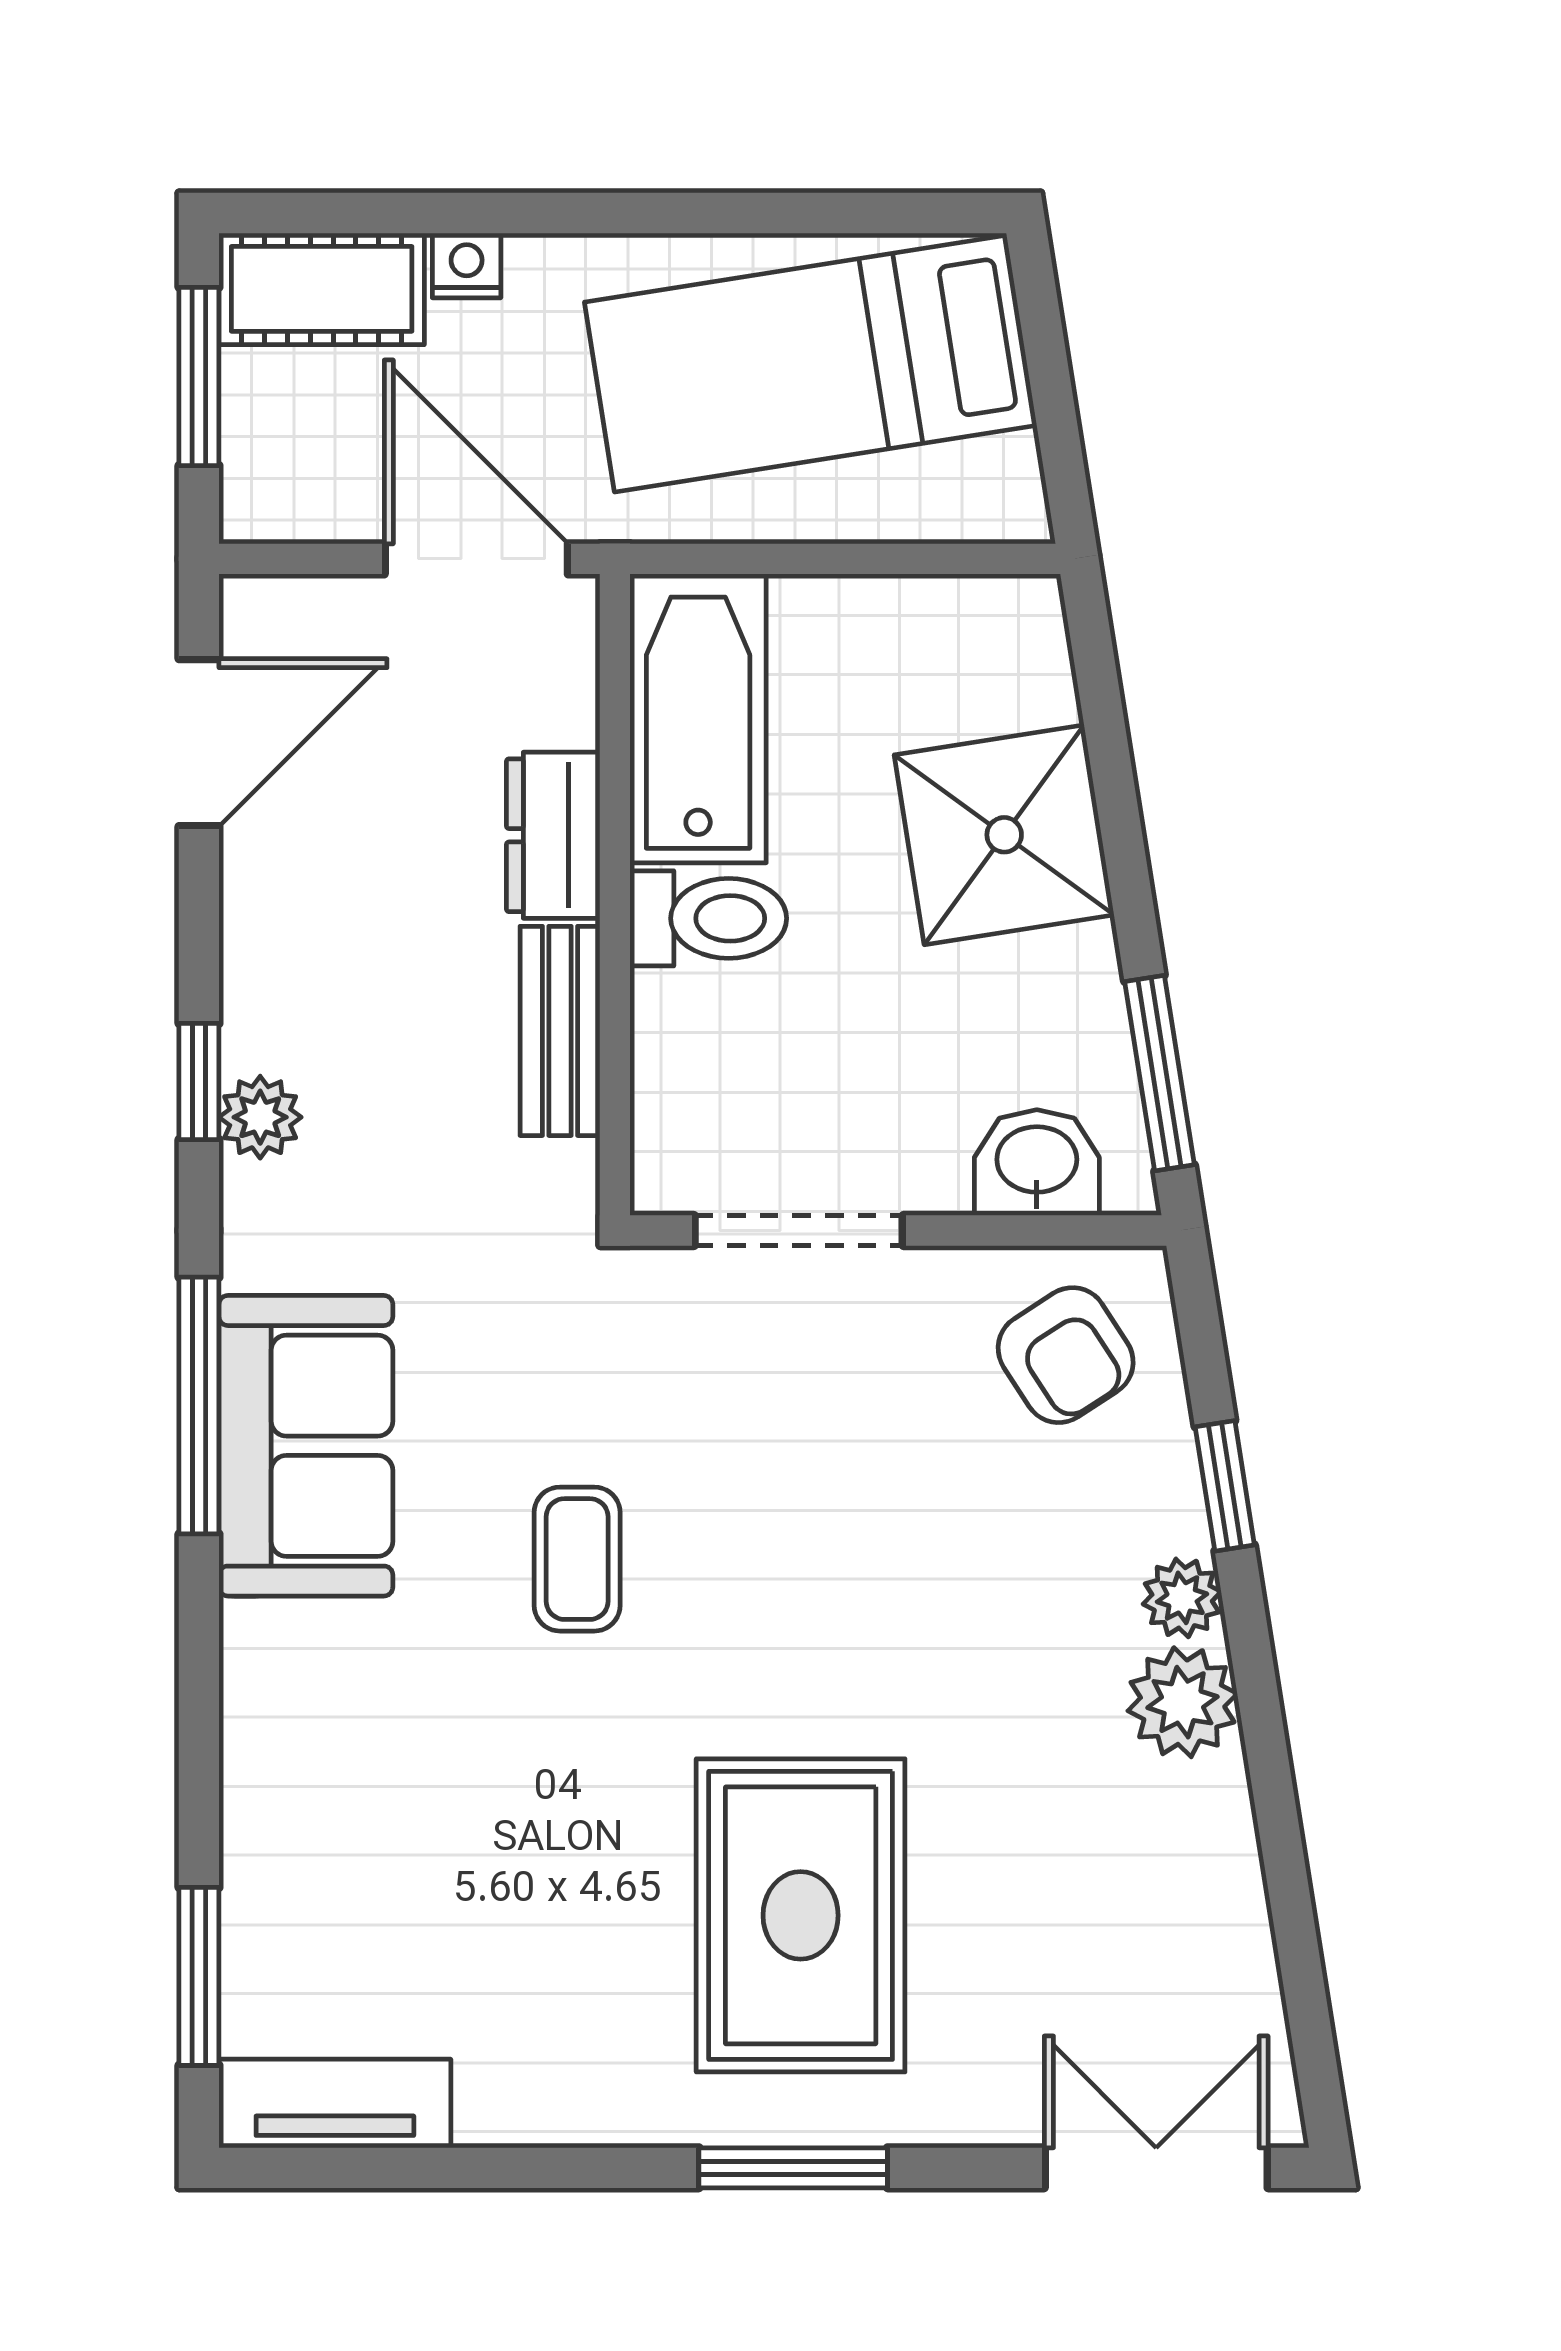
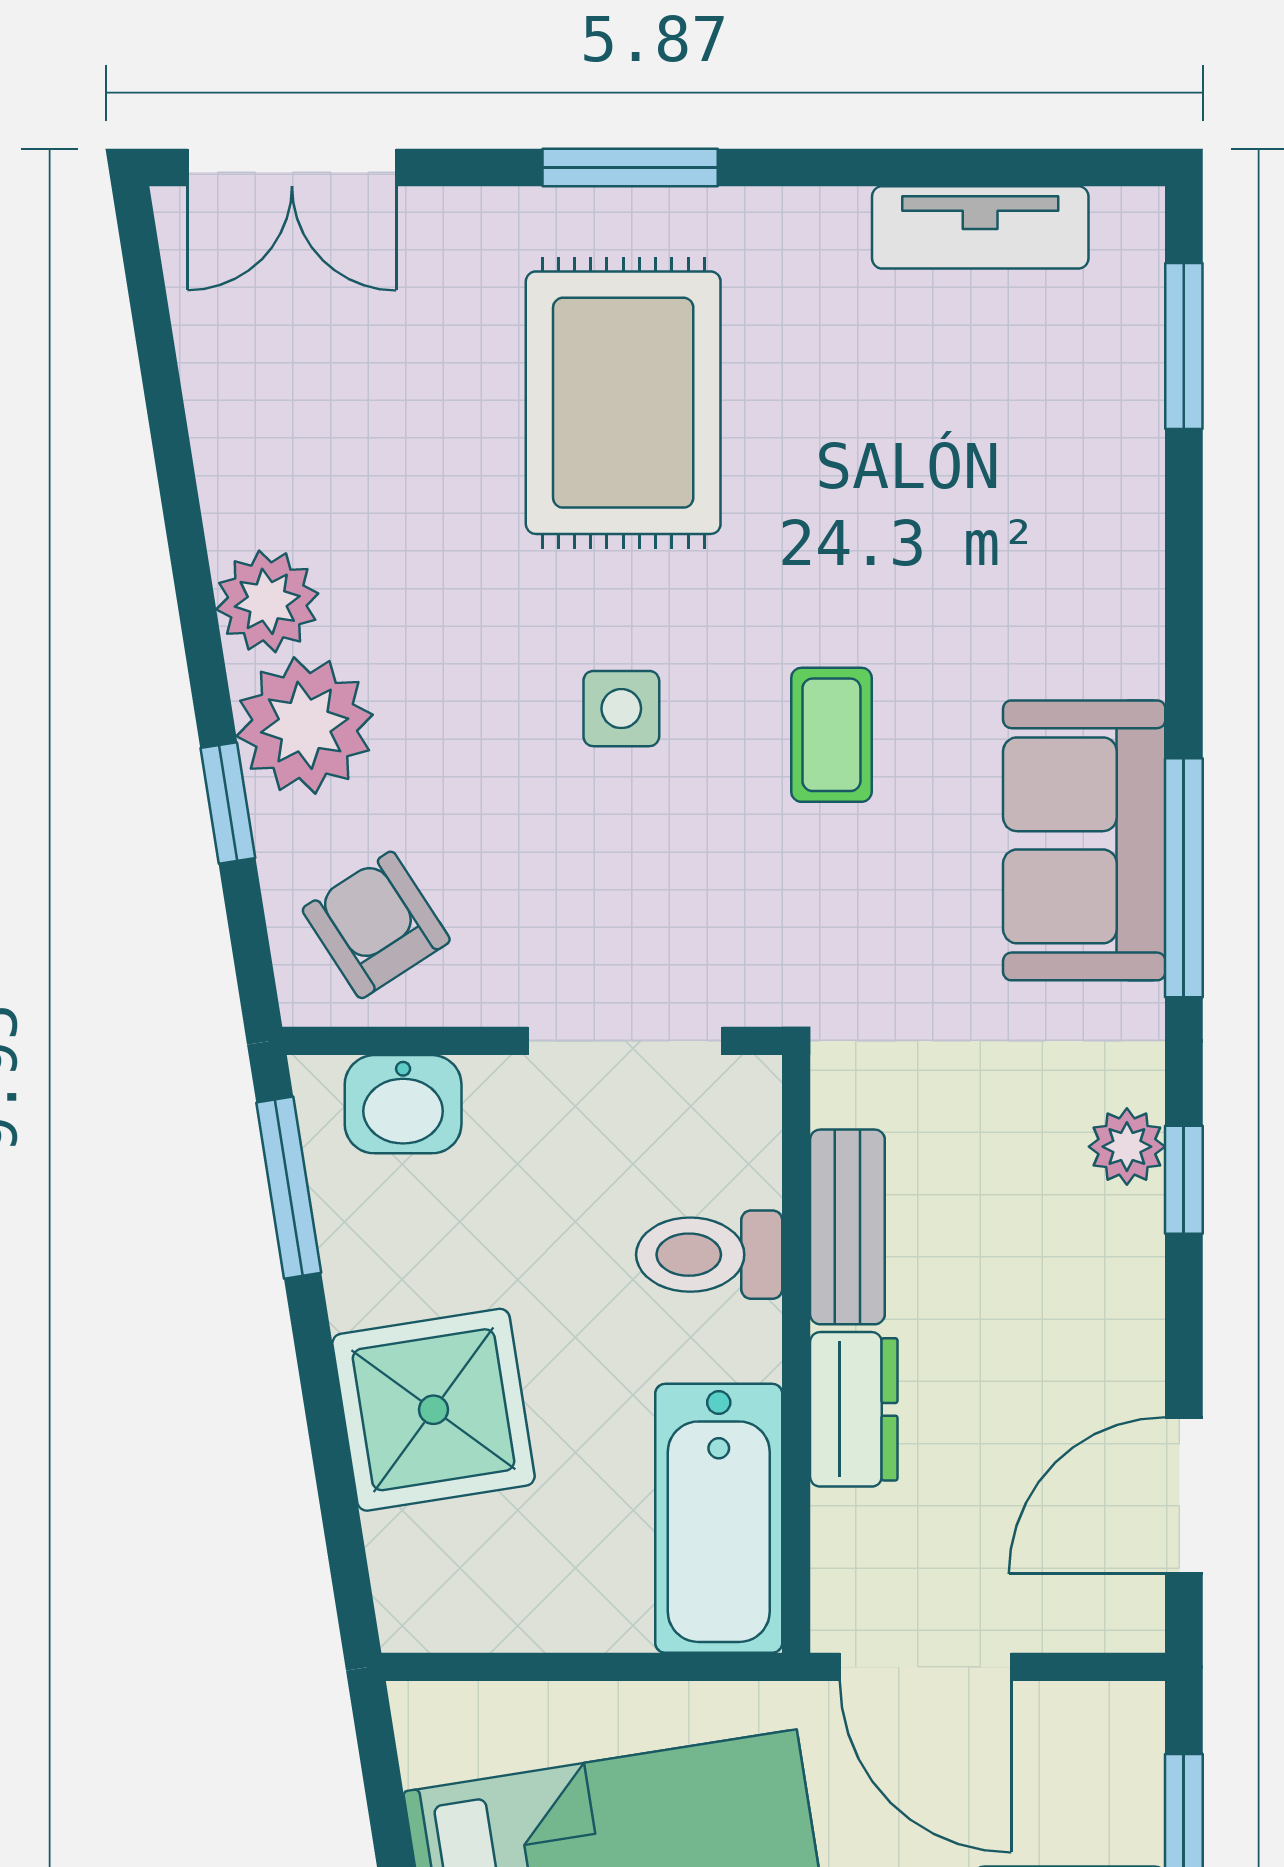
toilet: (708, 918) -> (709, 1255), moved
side table: (803, 1587) -> (621, 709), added
plant: (1182, 1598) -> (305, 725), width x1.88, depth x1.88
tv unit: (335, 2104) -> (980, 227), moved

